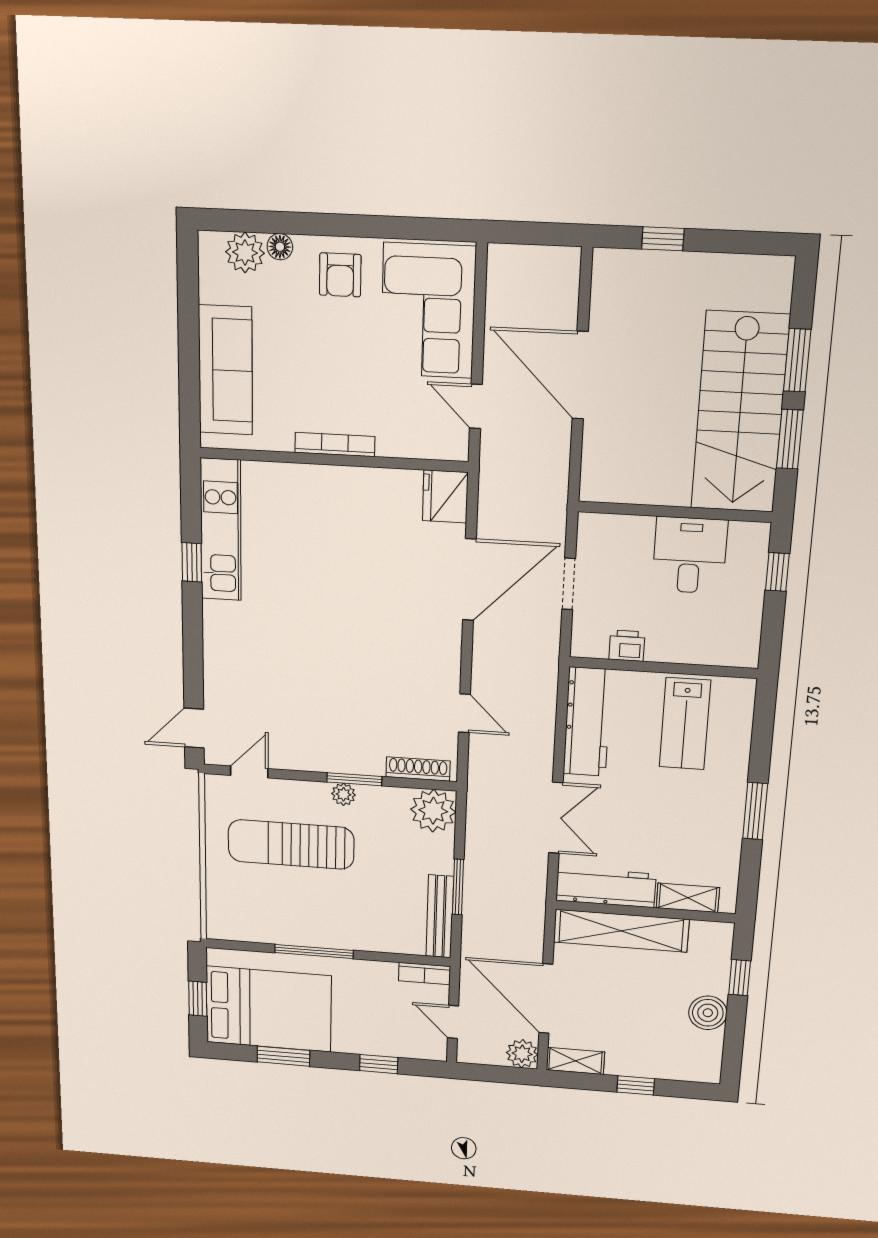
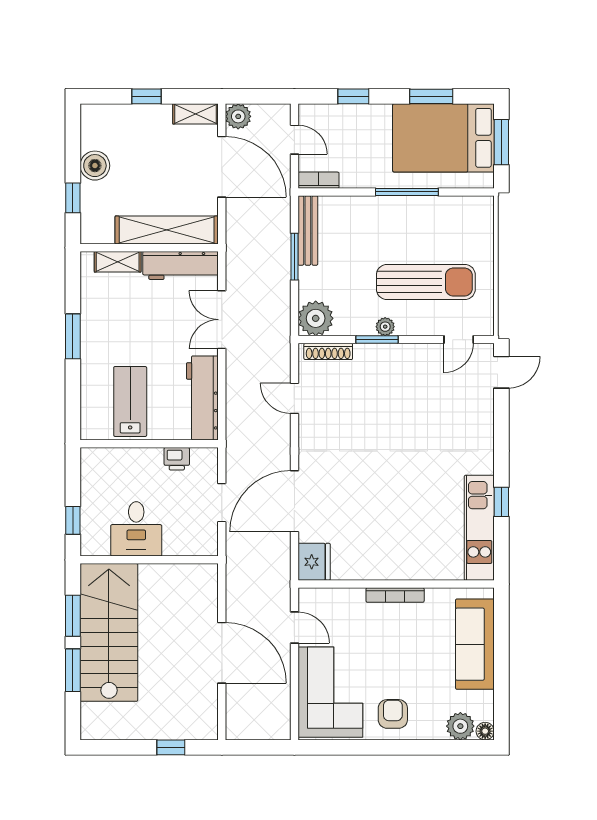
floor lamp: (280, 247) -> (485, 731), moved
window: (198, 999) -> (501, 142), width x1.50

